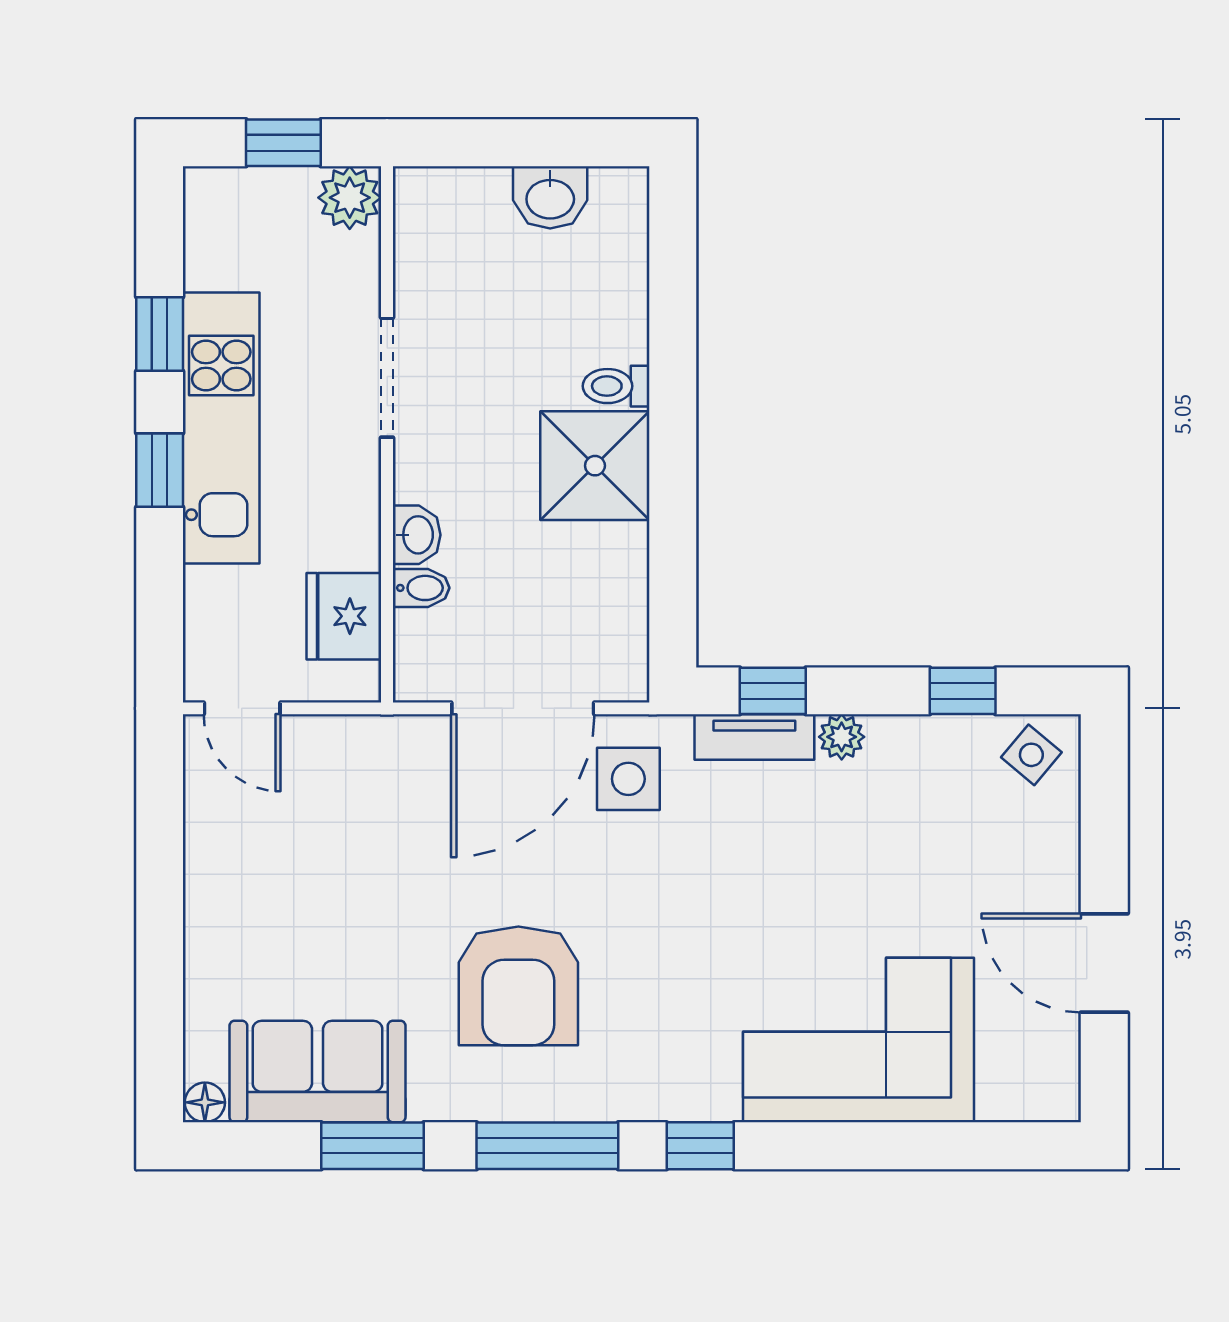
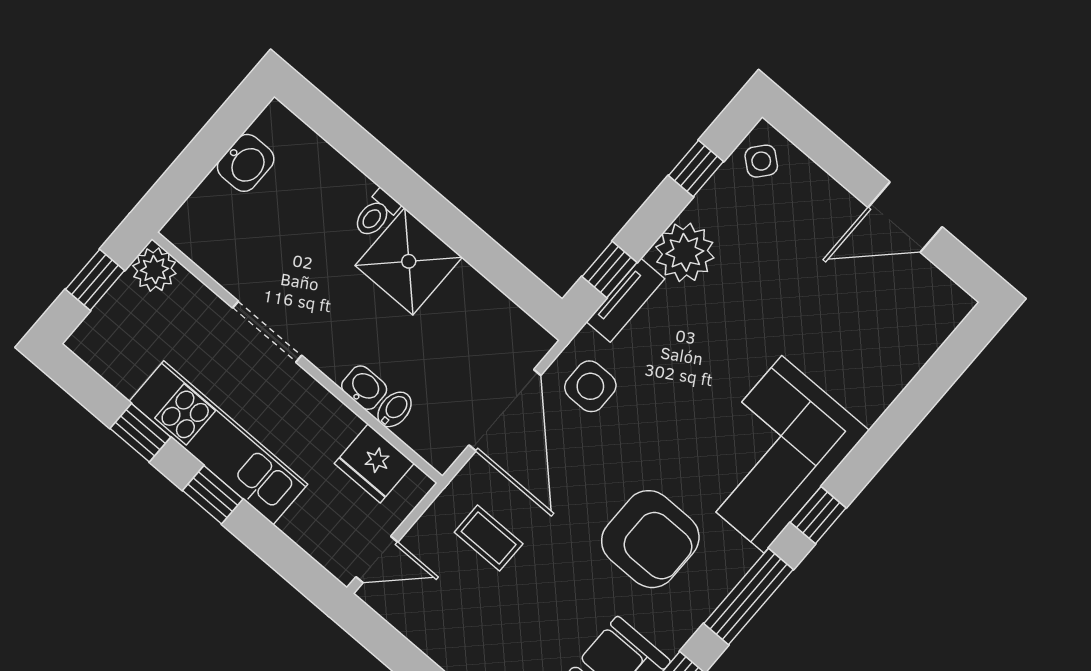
plant: (842, 737) -> (685, 252), width x1.88, depth x1.88
coffee table: (369, 809) -> (489, 538), added
corner sofa: (858, 1040) -> (773, 454), moved

